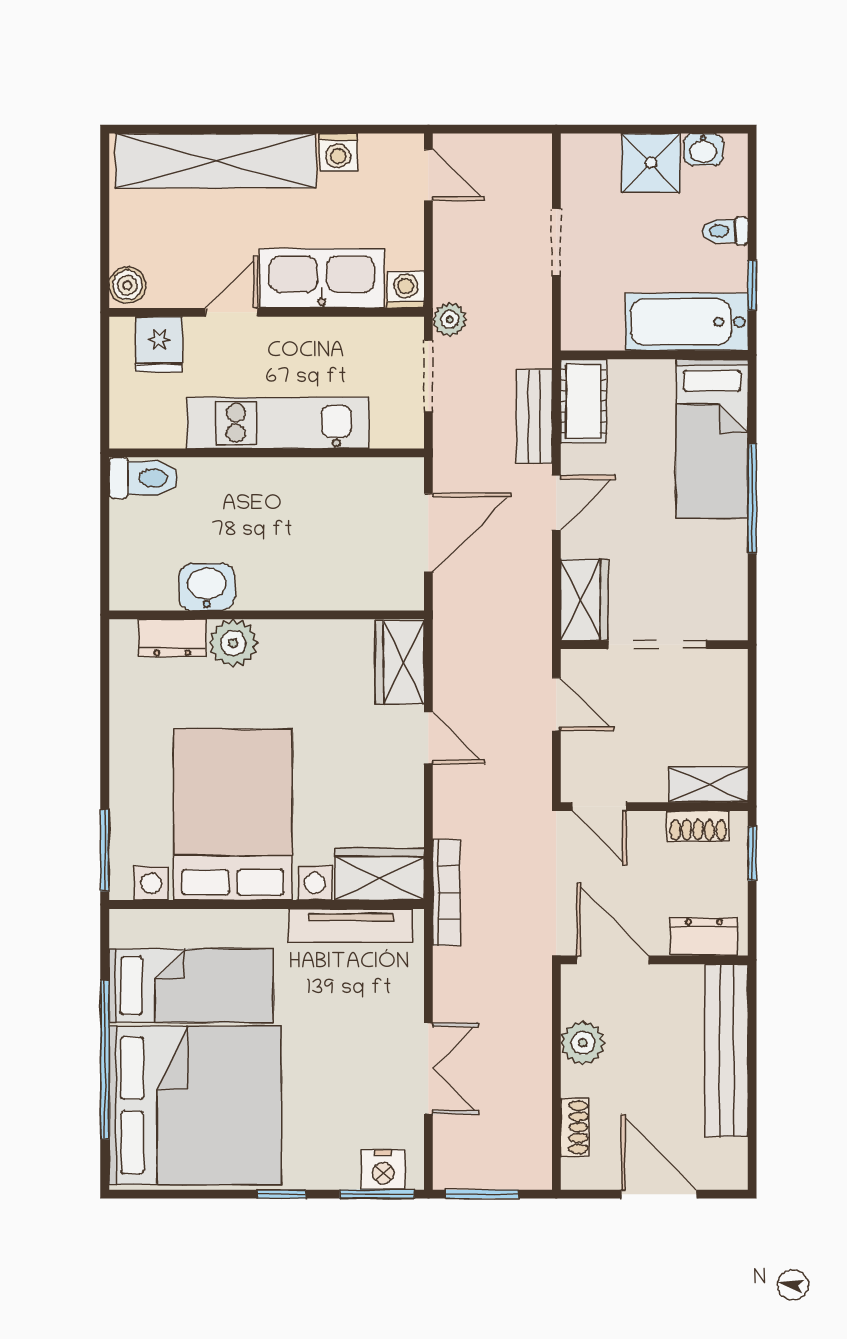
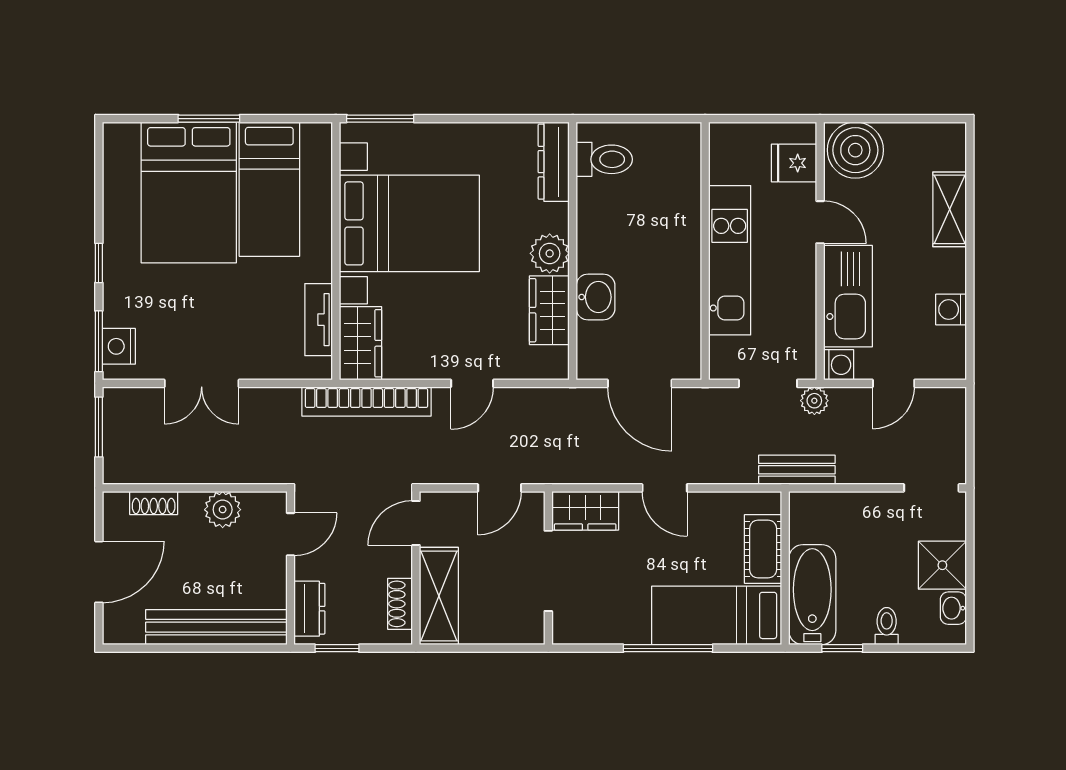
shelving: (216, 161) -> (950, 209), width x0.45, depth x0.75
door: (428, 175) -> (894, 383), moved
doorway: (556, 242) -> (931, 488), moved
boiler: (127, 285) -> (855, 150), width x1.86, depth x1.86
cot: (583, 401) -> (763, 549), moved, turned 90
bench: (534, 416) -> (797, 470), moved
toilet: (143, 478) -> (604, 159), moved, turned -90
washbasin: (207, 587) -> (596, 297), moved
dresser: (172, 638) -> (554, 162), width x1.44
plant: (233, 643) -> (550, 253), moved
wardrobe: (400, 662) -> (549, 310), moved, turned -90
shelving: (708, 784) -> (439, 596), width x1.50, depth x1.33
window: (752, 854) -> (337, 648), moved
bookcase: (446, 893) -> (367, 402), width x1.48, depth x1.31
tv unit: (351, 926) -> (319, 320), width x0.71
door: (613, 960) -> (290, 534), width x0.73
window: (105, 1060) -> (209, 119), width x0.47
bed: (195, 1105) -> (189, 193), width x0.73

